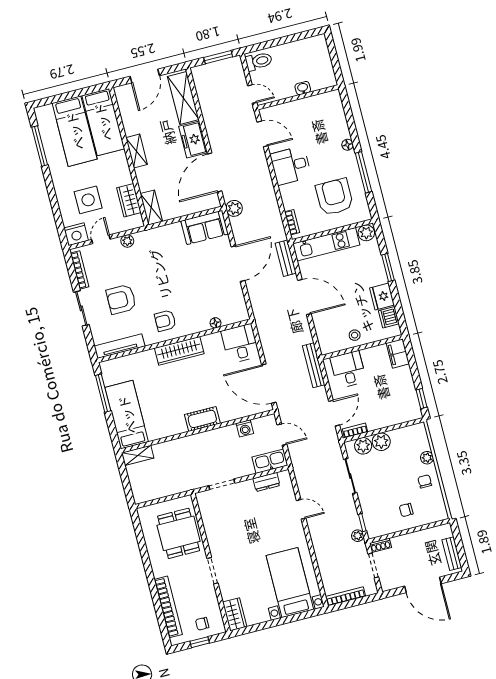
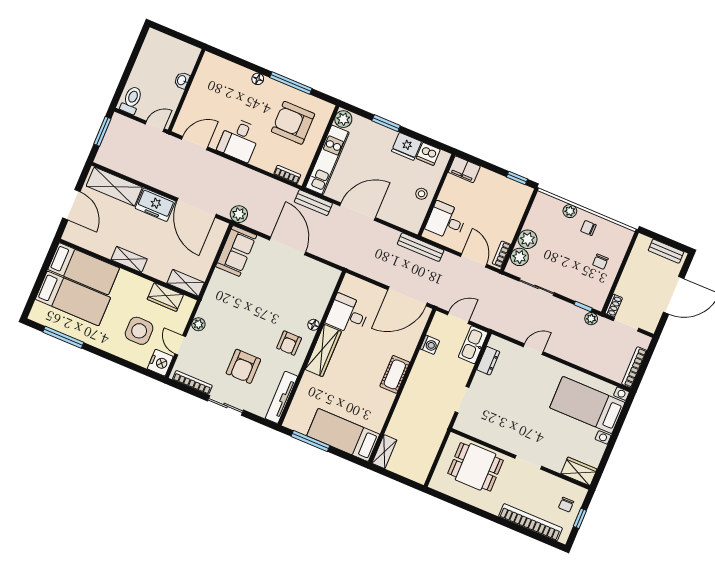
floor lamp: (215, 323) -> (313, 325), moved
desk: (240, 344) -> (348, 315), moved

